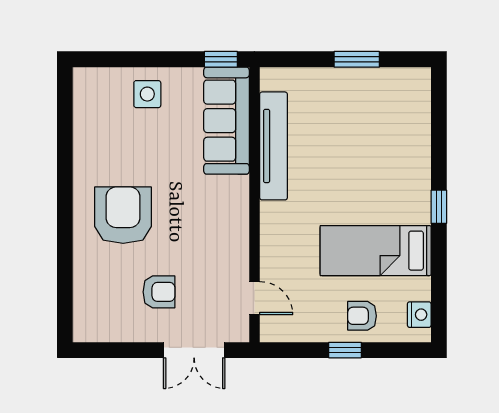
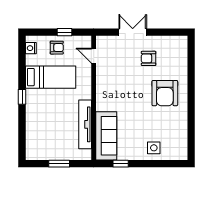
sofa: (226, 121) -> (106, 136), moved
tv unit: (273, 146) -> (85, 124), moved
wall: (254, 205) -> (94, 98), moved
door: (254, 298) -> (94, 56), moved

